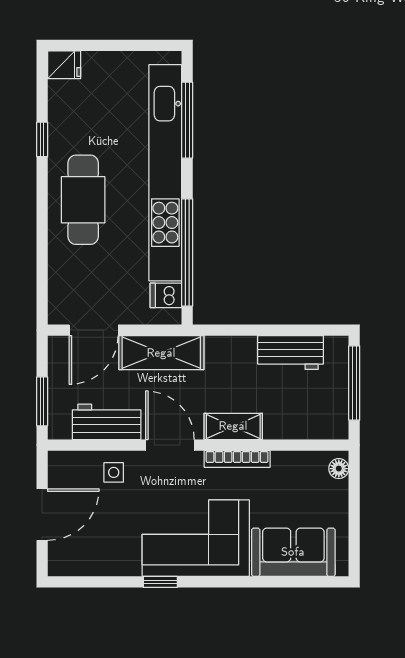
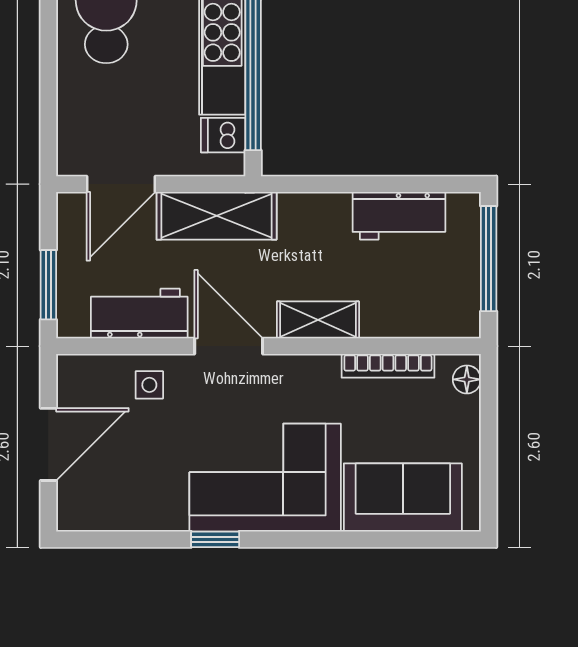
bookcase: (237, 459) -> (388, 366), moved

